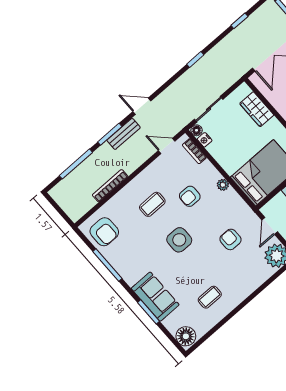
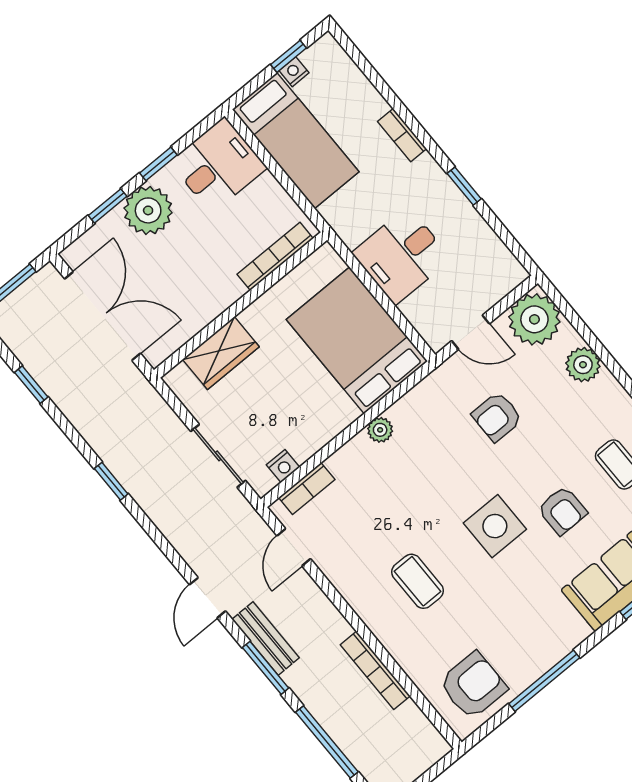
floor lamp: (196, 130) -> (262, 483), removed
armchair: (190, 196) -> (562, 510), moved
plant: (256, 279) -> (583, 365), added

